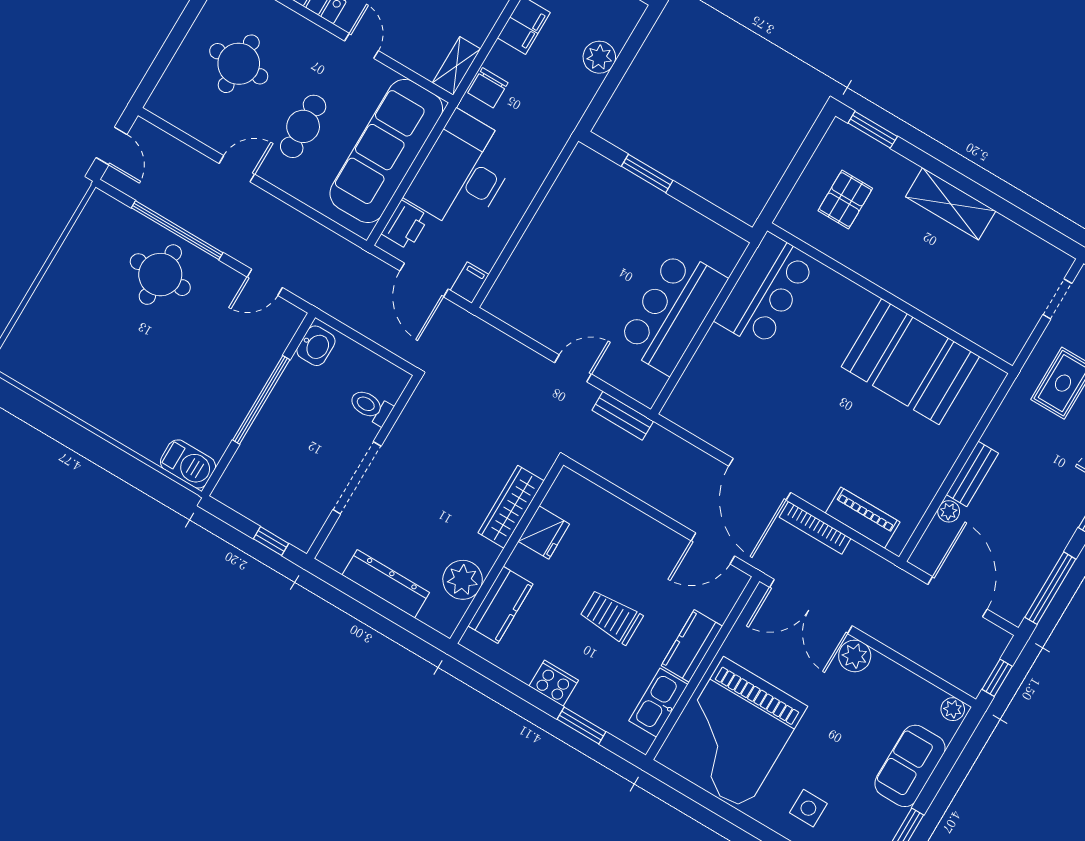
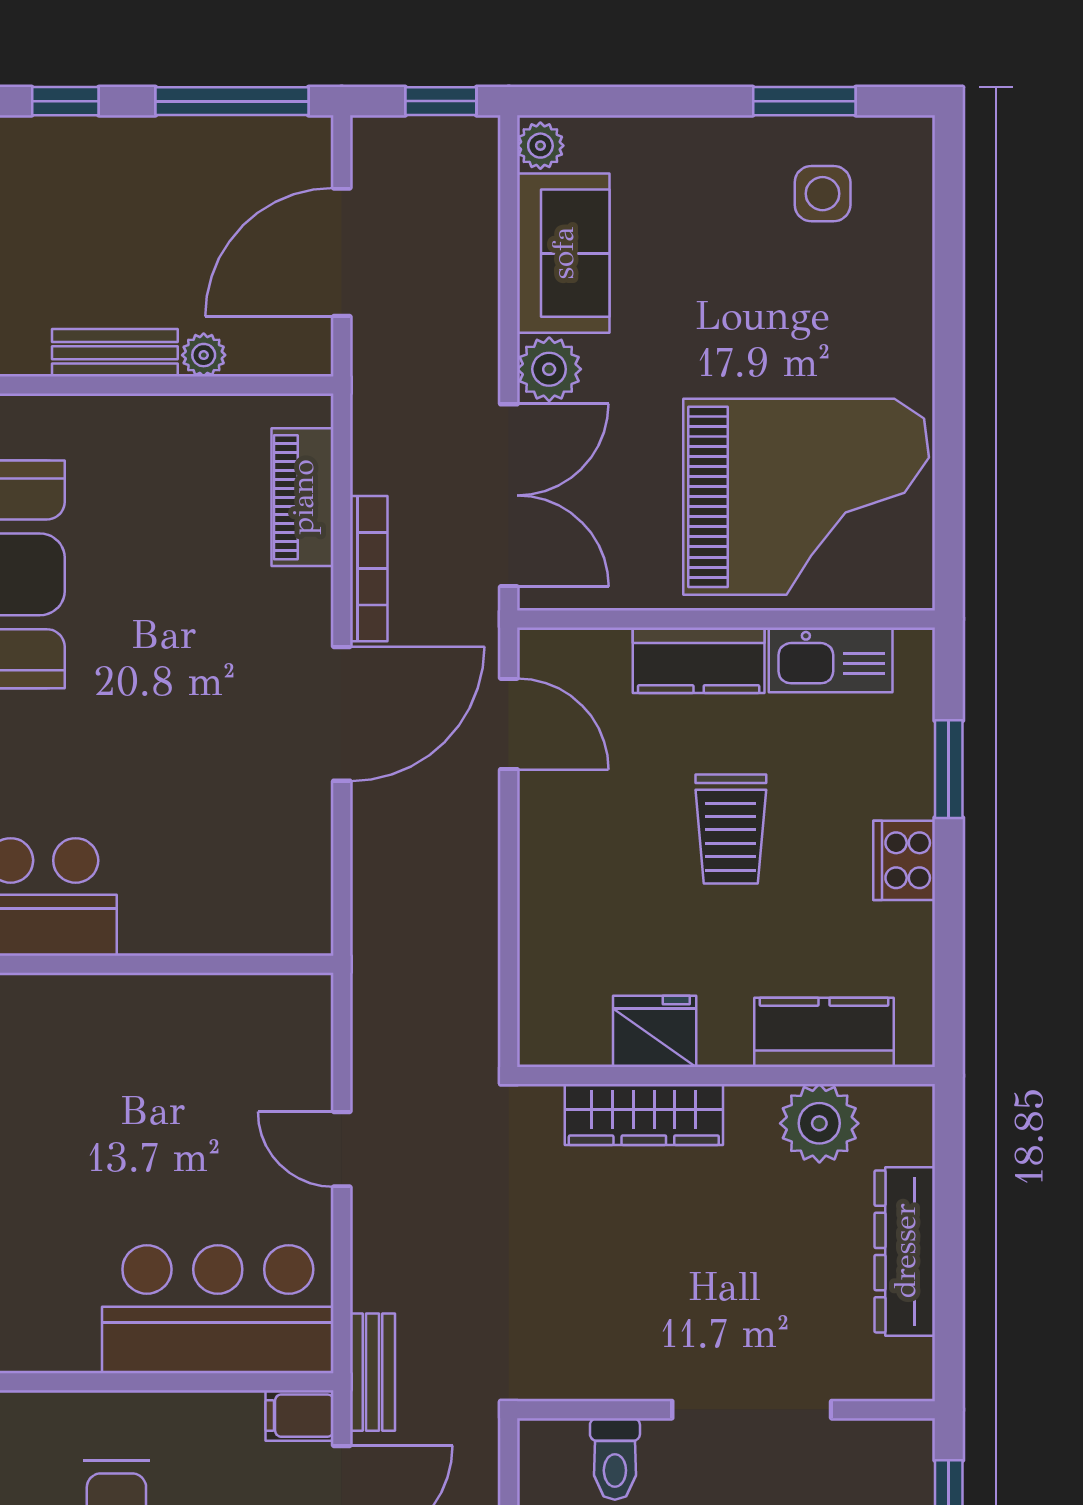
bar counter: (672, 312) -> (218, 1309), moved, turned 180
bench: (623, 416) -> (373, 1372), moved
sofa: (910, 766) -> (563, 253), moved, turned -90
side table: (808, 808) -> (823, 194), moved

